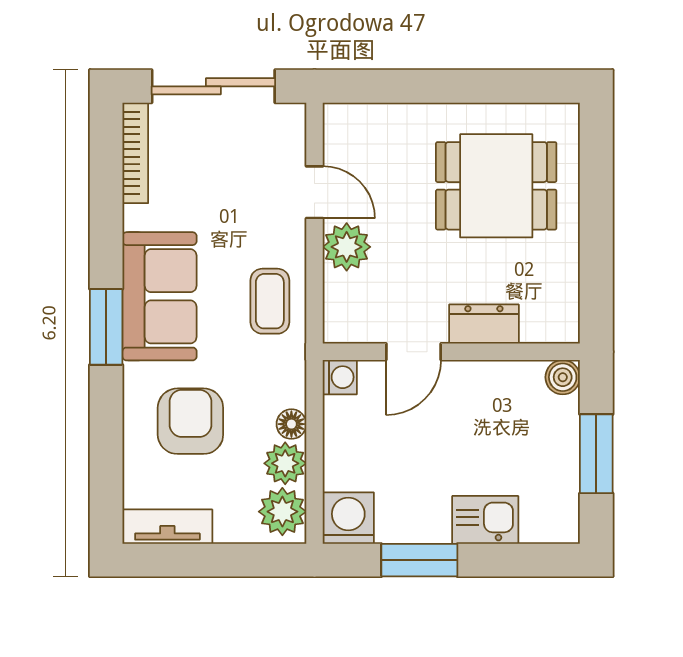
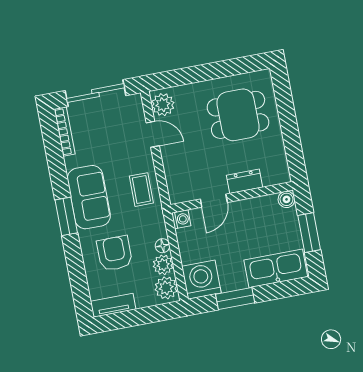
plant: (347, 247) -> (163, 105), moved
washing machine: (348, 518) -> (201, 280), width x1.37, depth x1.37
kitchen sink: (485, 520) -> (276, 268), width x1.88, depth x1.24

